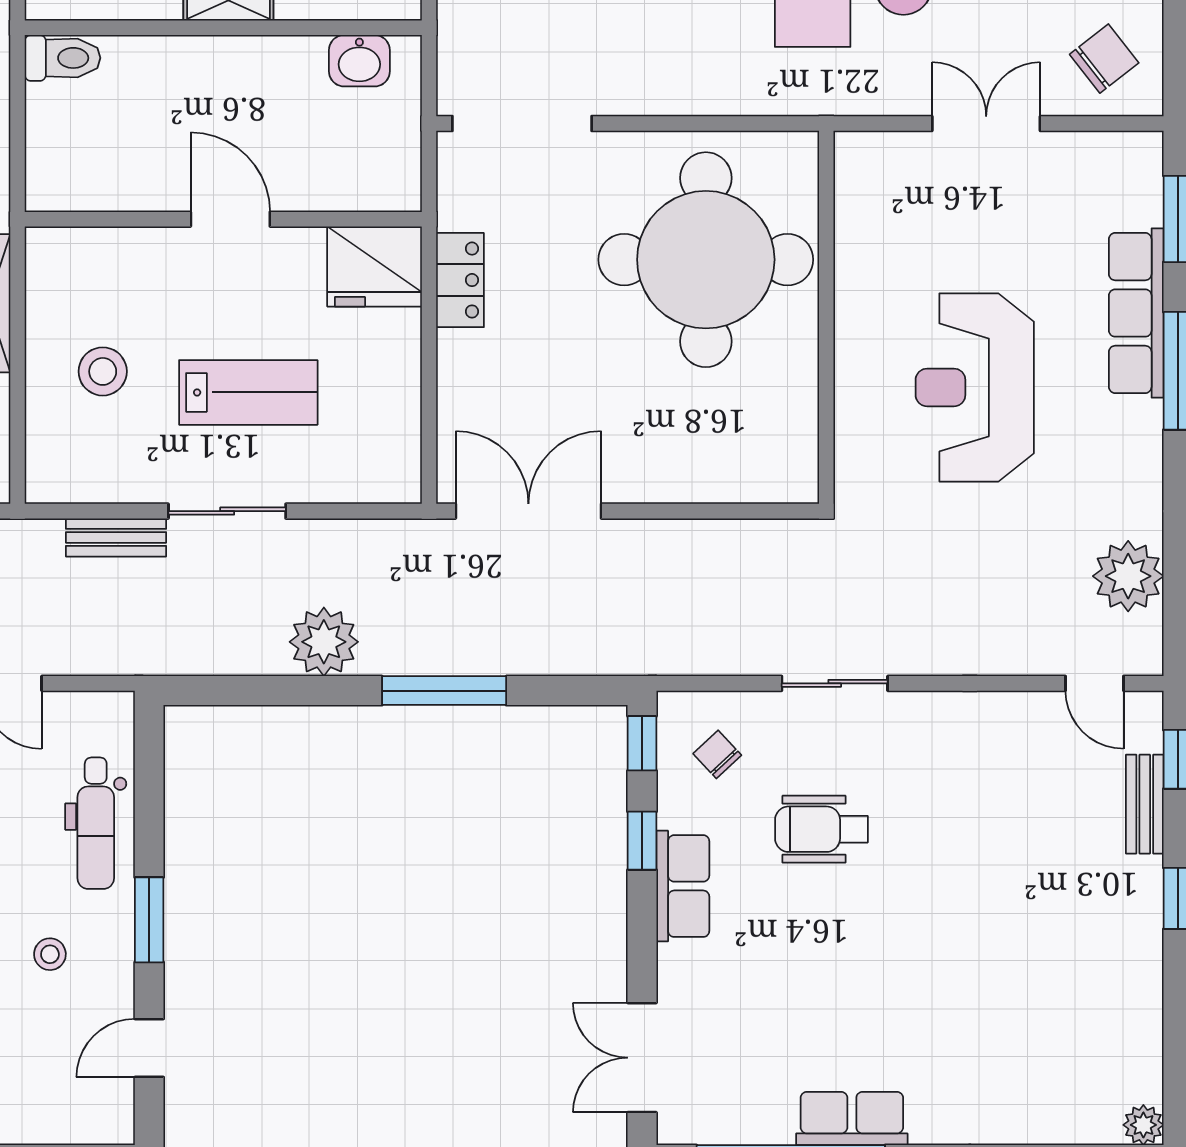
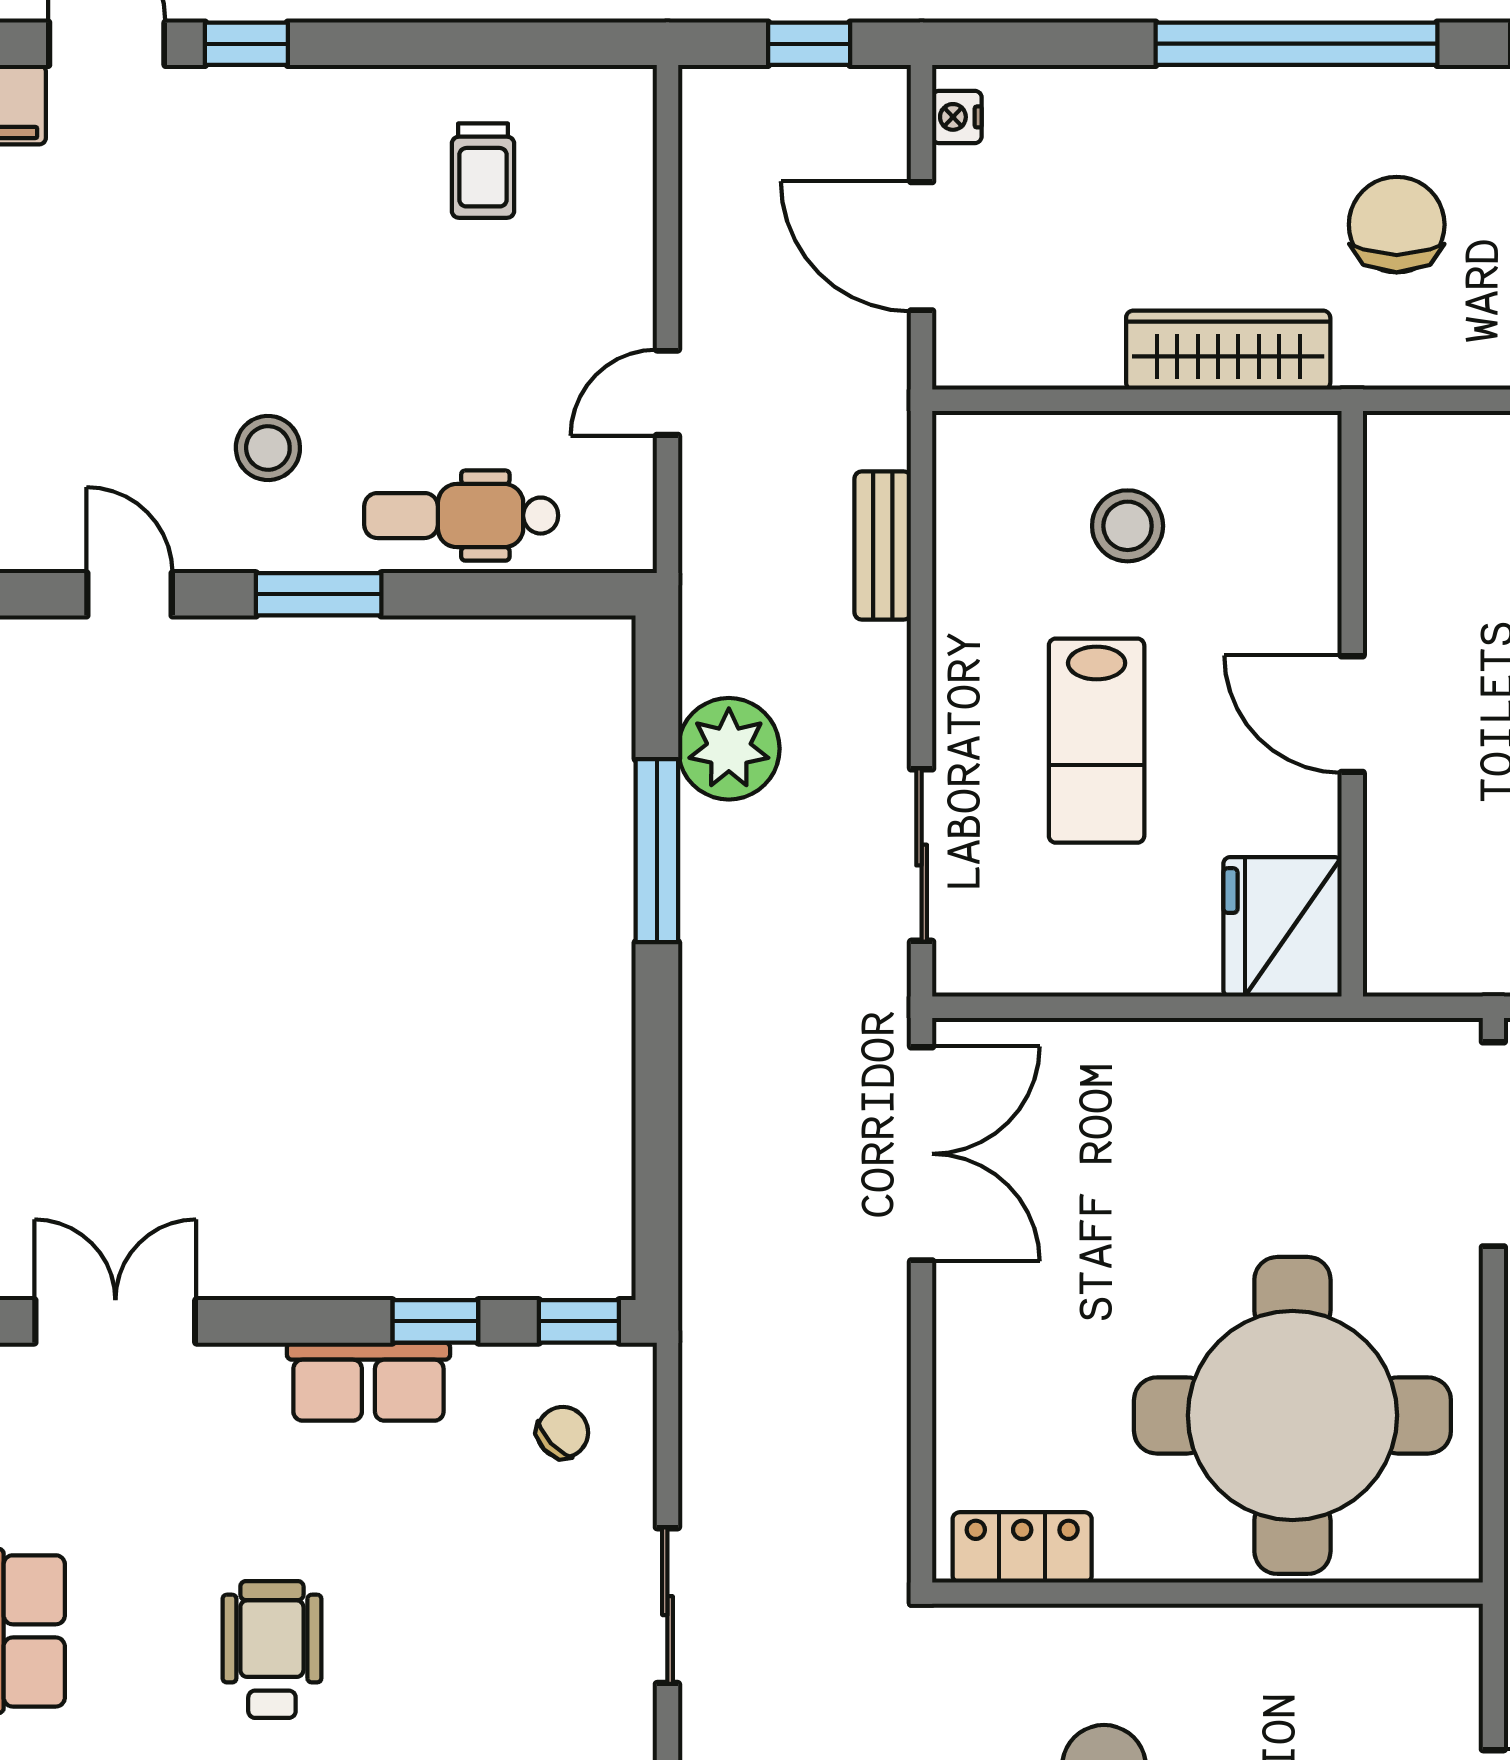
door: (230, 219) -> (1352, 714), swing flipped
locker: (460, 280) -> (1022, 1547), moved, turned 180
sliding door: (227, 511) -> (922, 855), moved
plant: (324, 642) -> (729, 749), moved
window: (444, 691) -> (657, 851), moved
wheelchair: (821, 829) -> (272, 1649), moved
stool: (50, 954) -> (268, 448), width x1.37, depth x1.37

